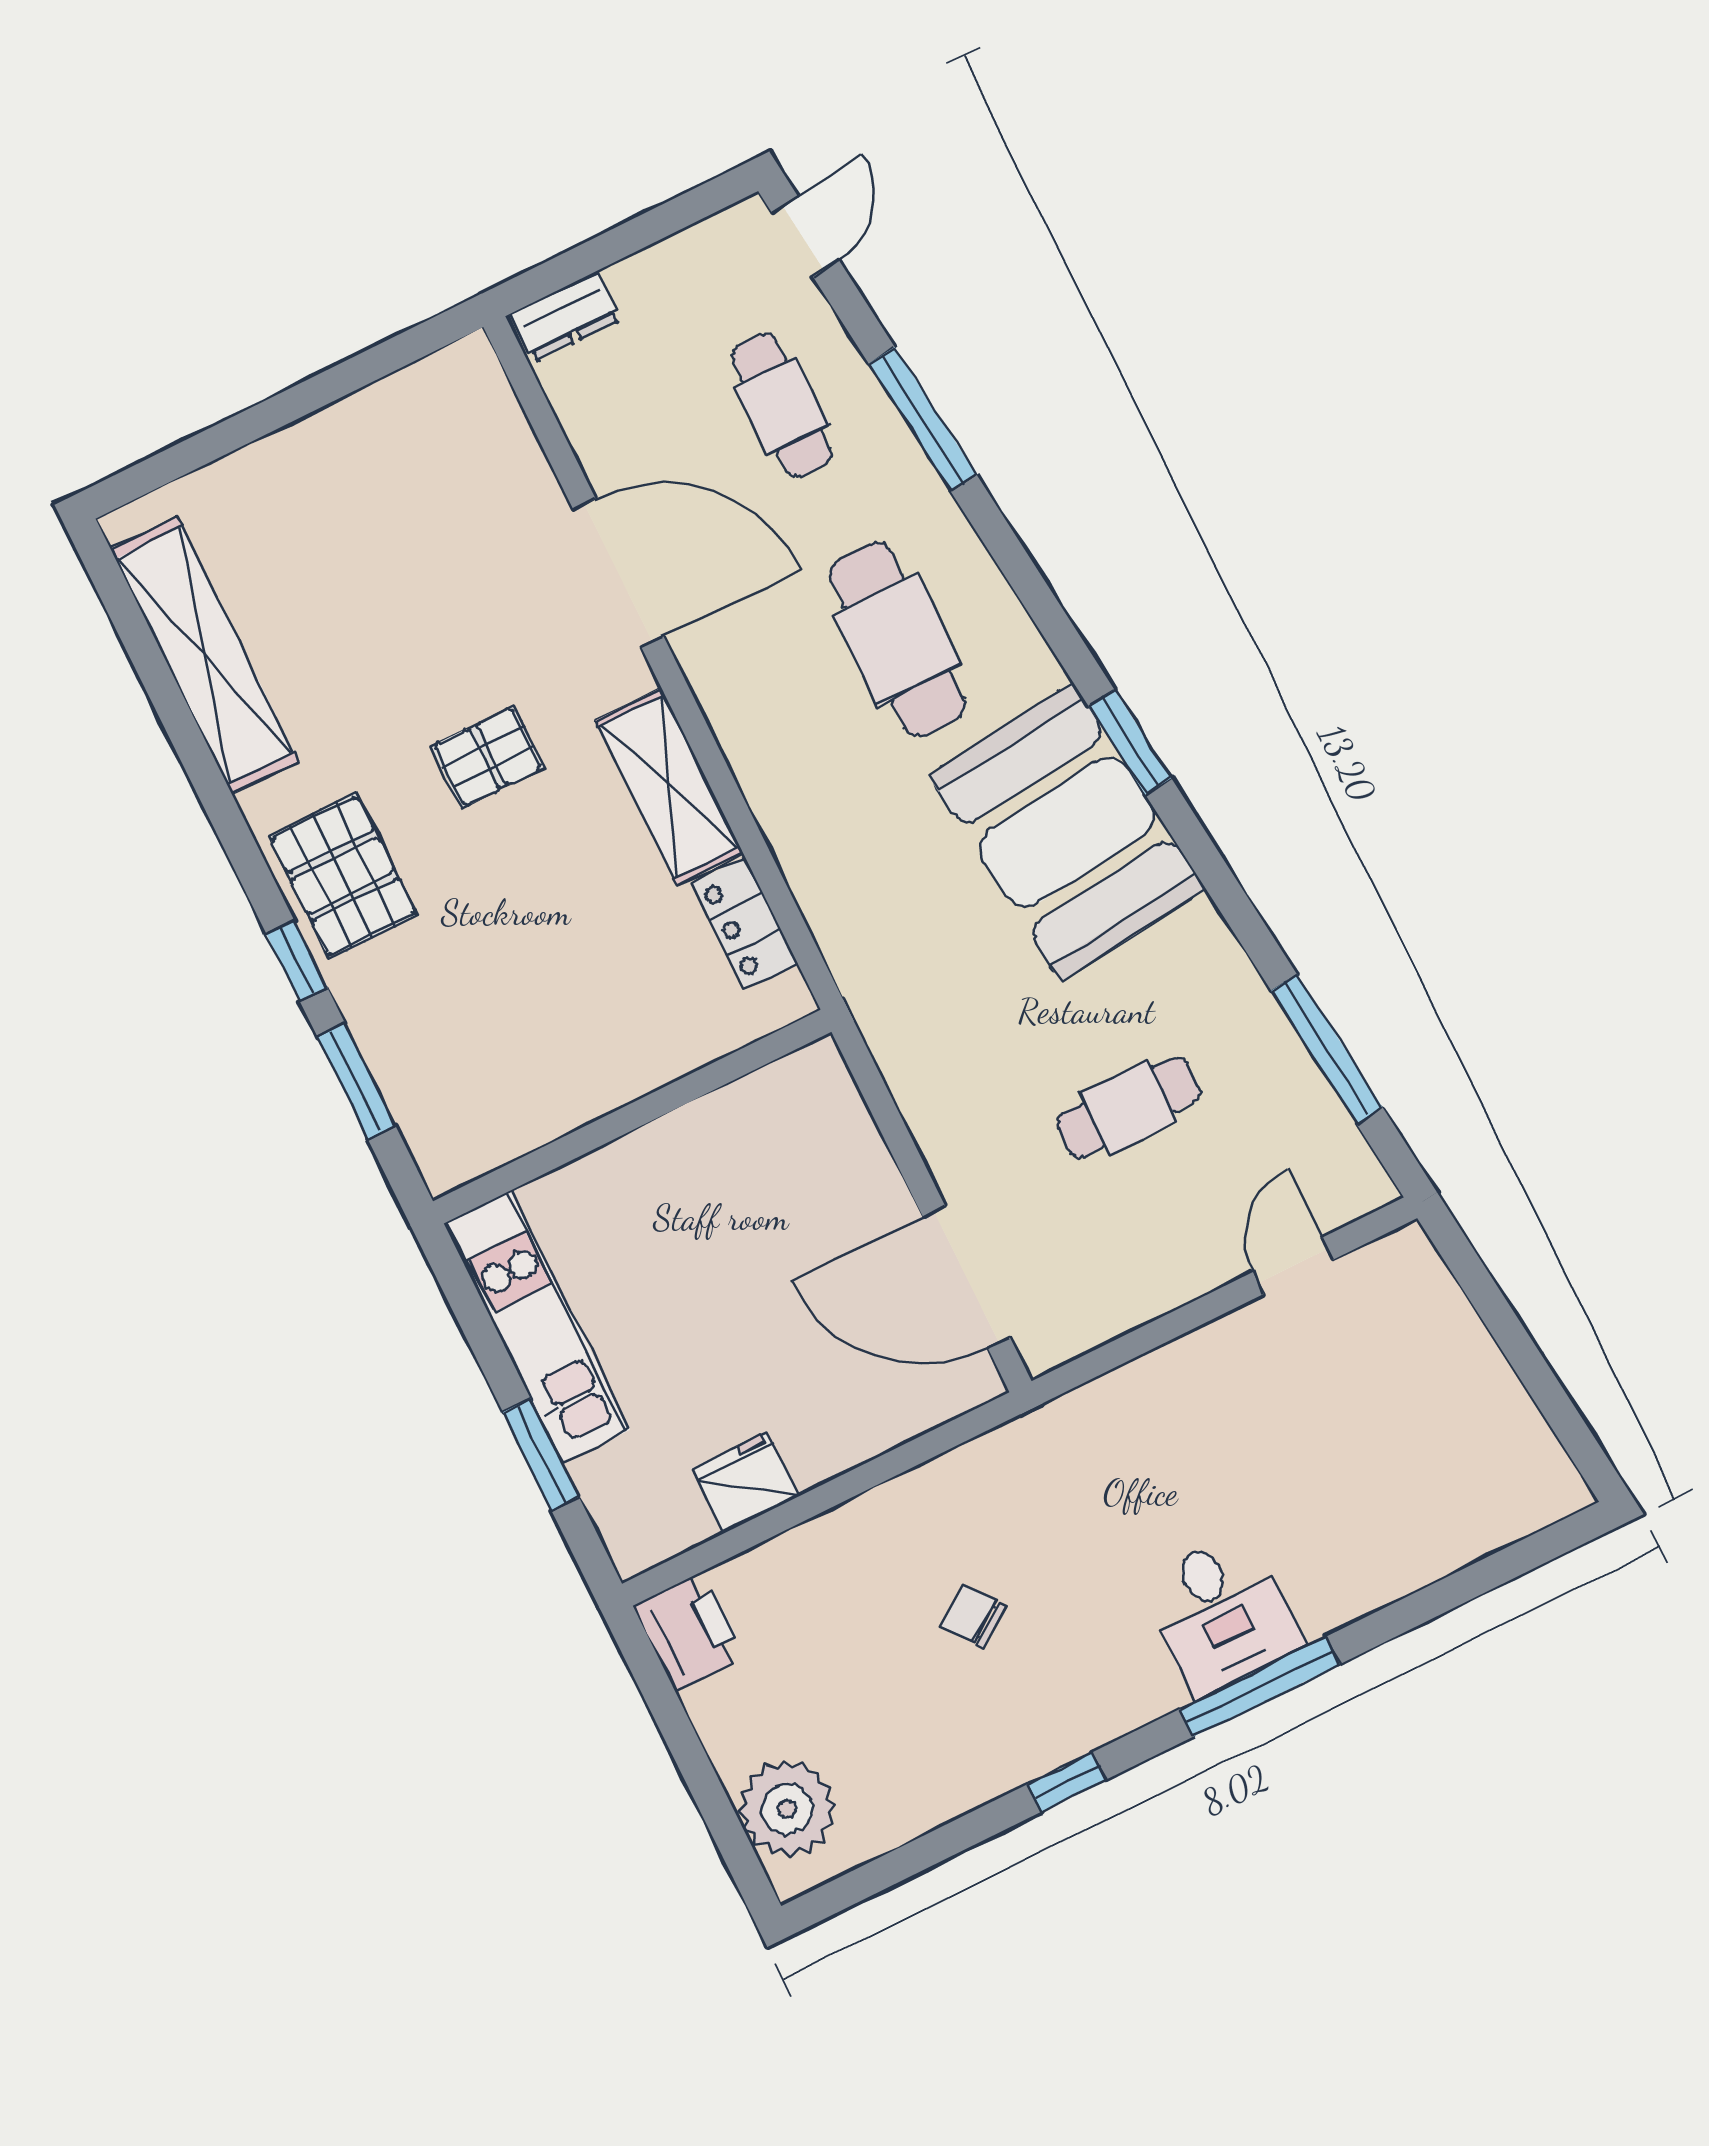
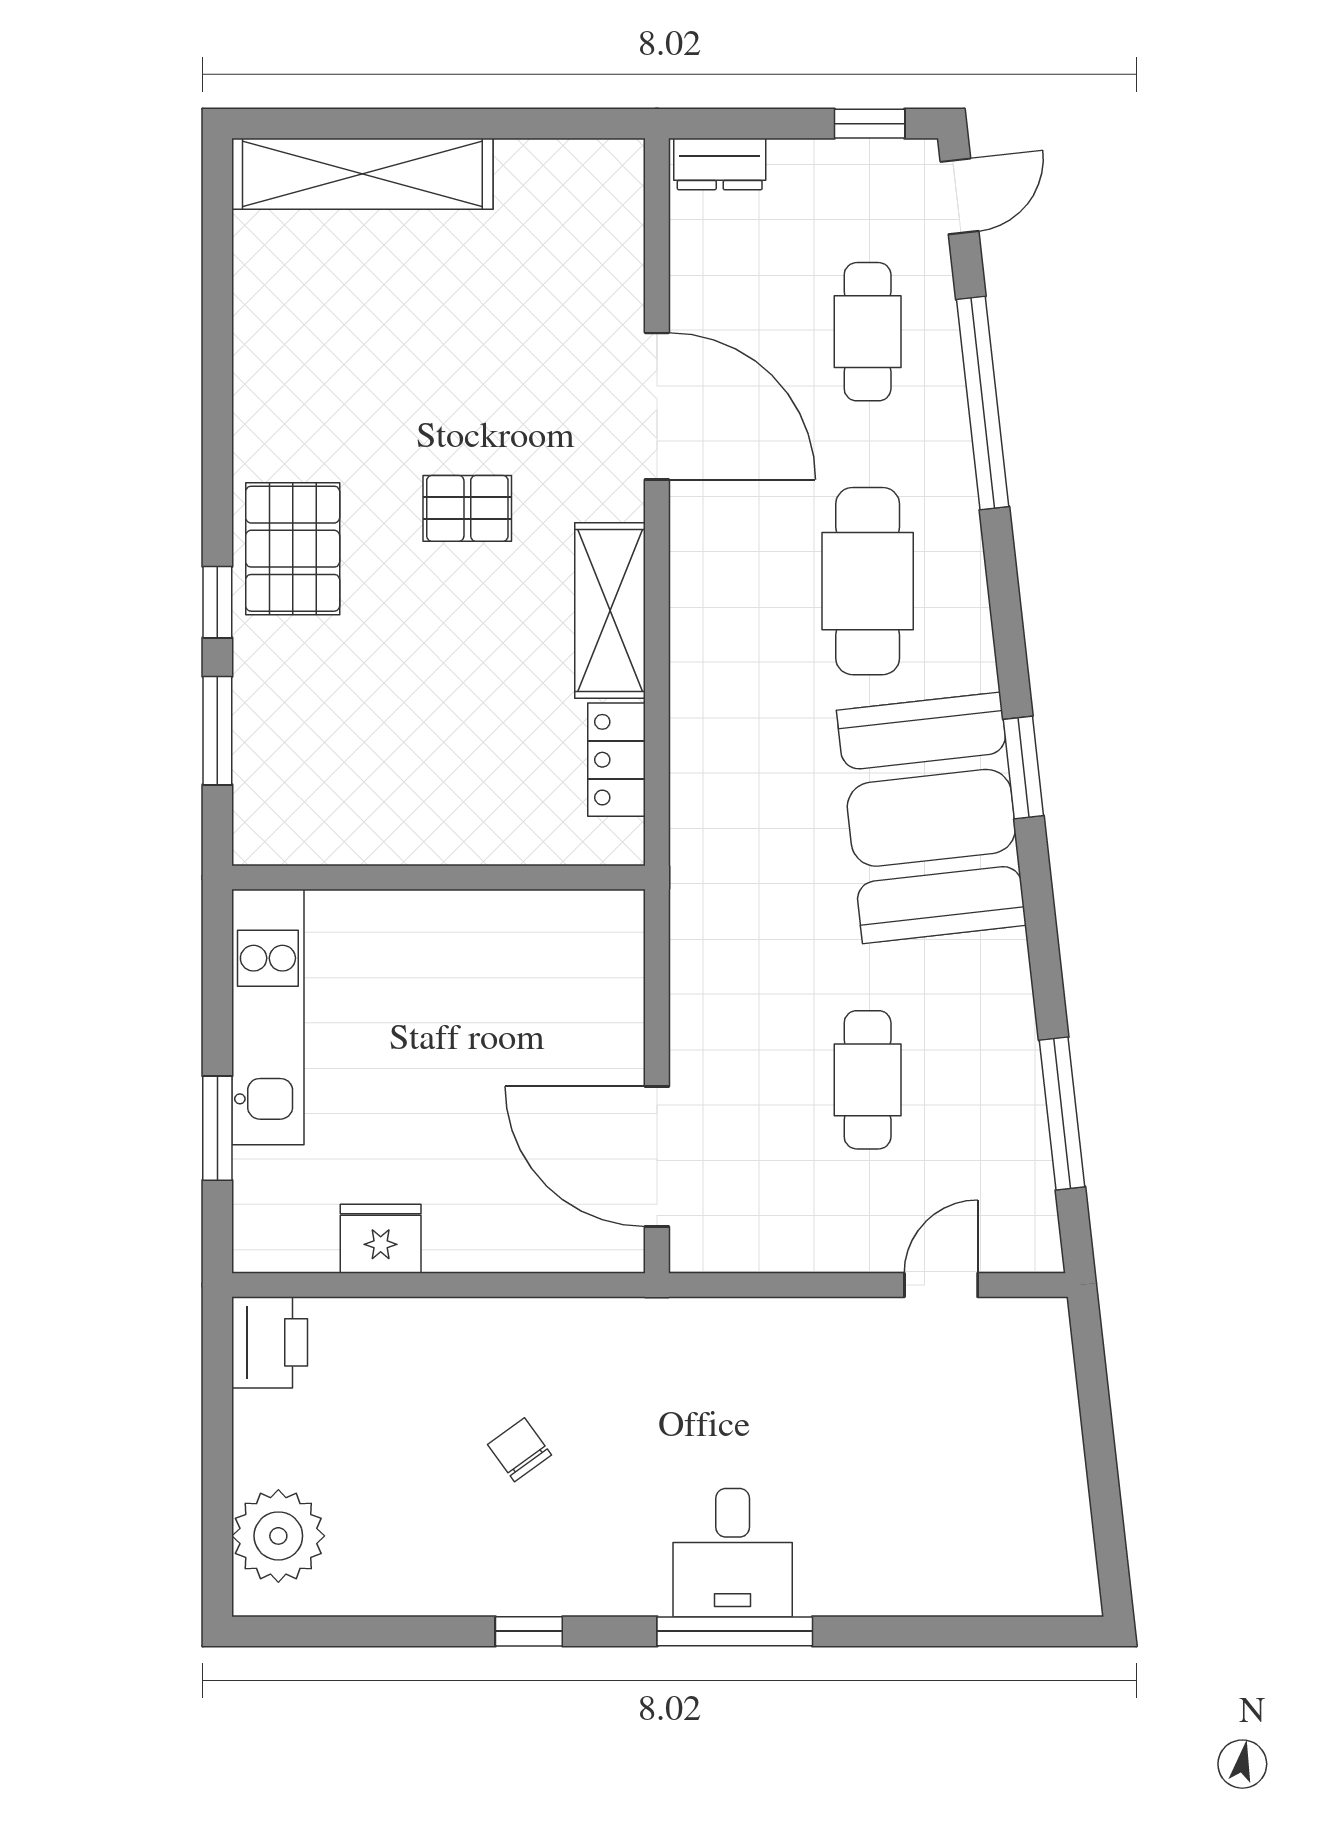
window: (687, 209) -> (870, 124), added
window: (923, 419) -> (983, 403), width x1.46
shelving: (204, 655) -> (362, 174), moved, turned 90
cafe table: (1129, 1107) -> (868, 1080), turned 90

